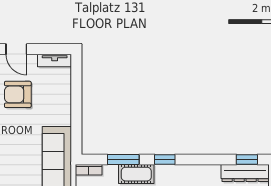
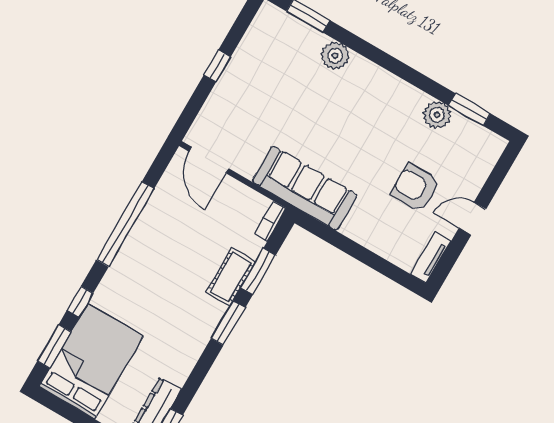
armchair: (18, 94) -> (415, 188), turned -90
window: (165, 160) -> (228, 323), width x1.50

